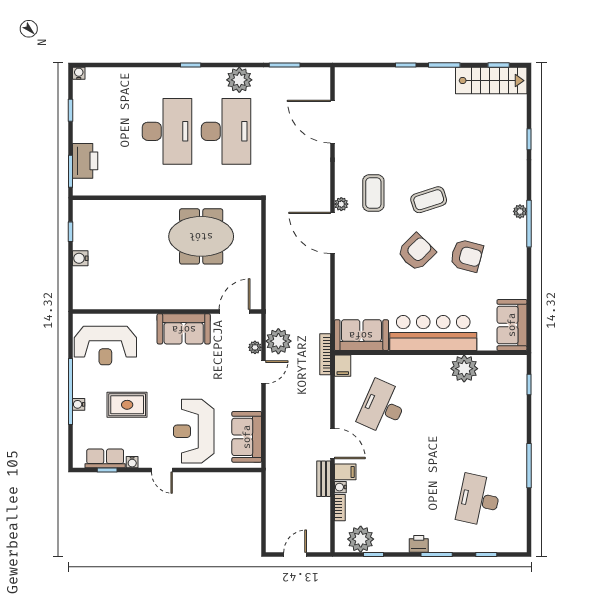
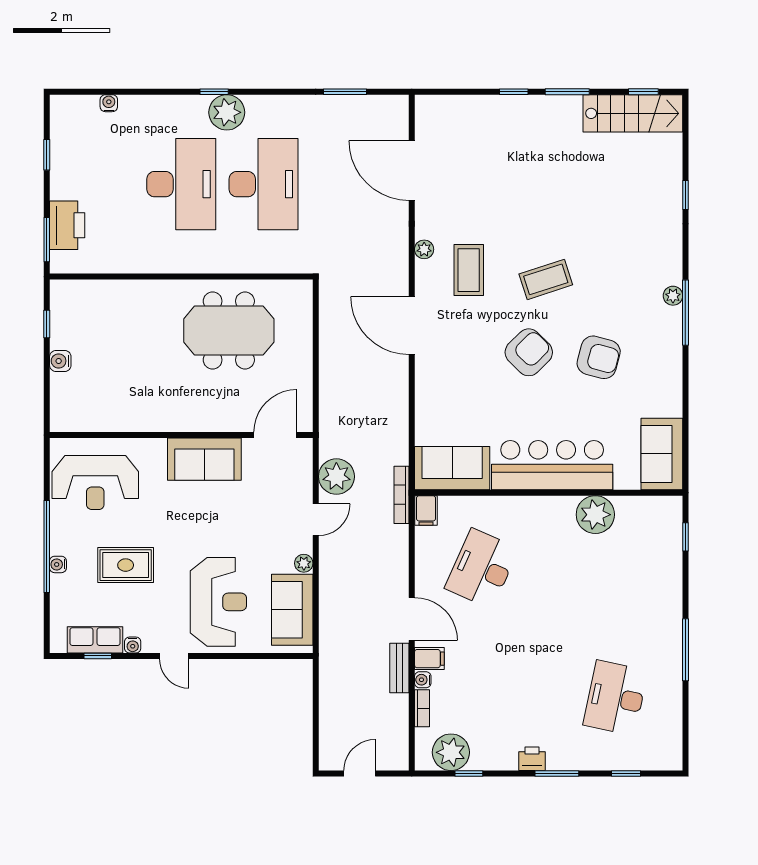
water cooler: (79, 73) -> (109, 103), moved
plant: (239, 80) -> (227, 112), moved
plant: (341, 204) -> (424, 249), moved
plant: (255, 347) -> (304, 563), moved
reception desk: (194, 431) -> (218, 602), turned 180

